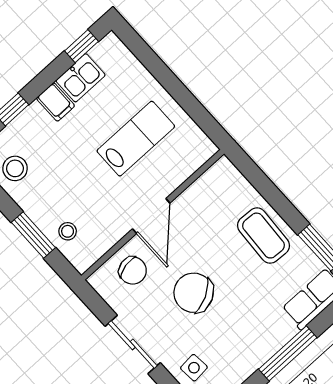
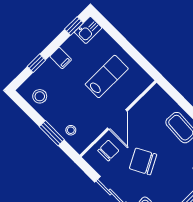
kitchen sink: (81, 78) -> (88, 30), moved
chair: (133, 271) -> (108, 151), turned -78

